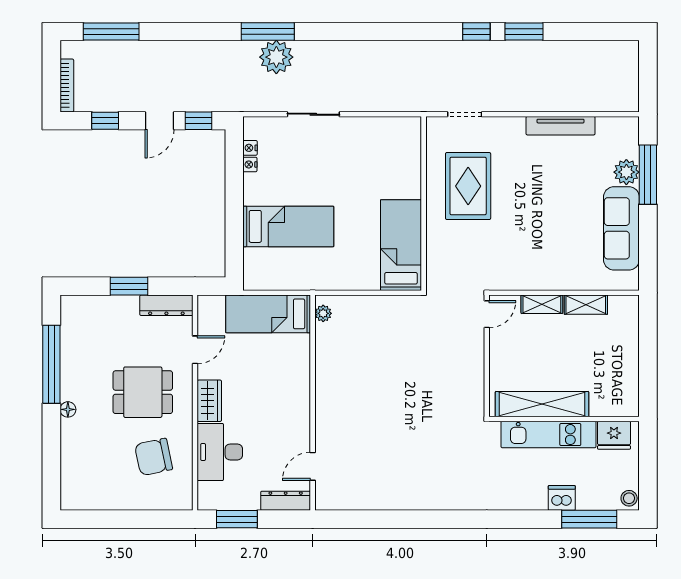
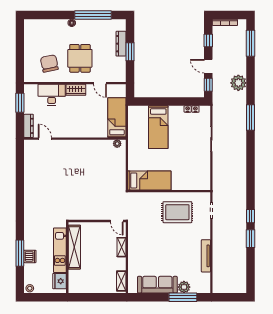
plant: (276, 57) -> (238, 83), moved
dresser: (166, 305) -> (121, 44), moved
shelving: (586, 305) -> (121, 281), moved
window: (589, 519) -> (20, 253), moved

